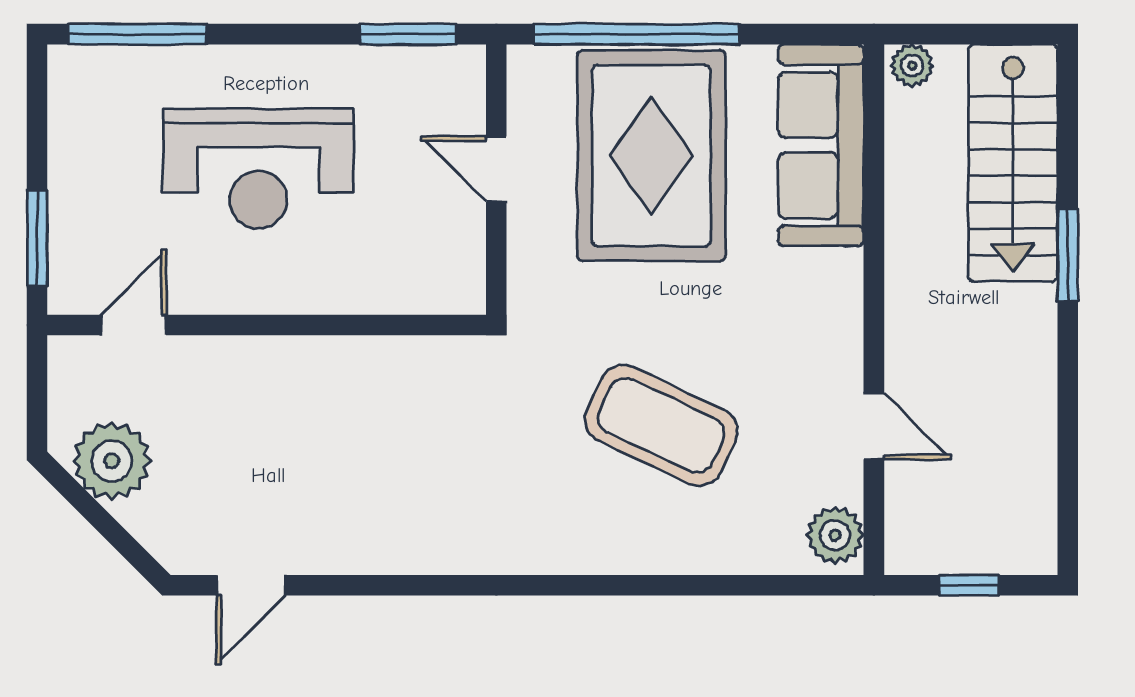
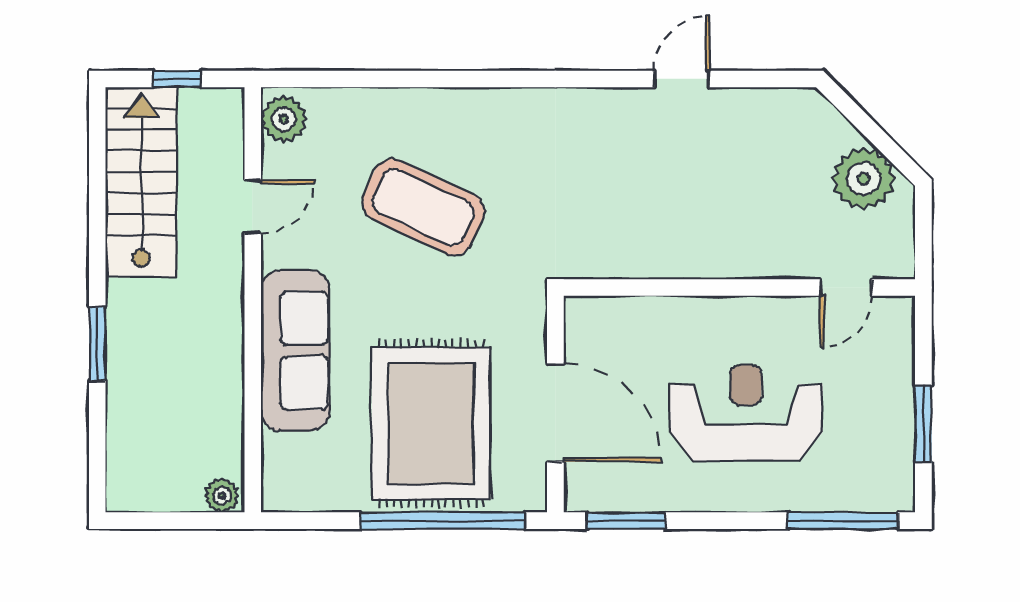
sofa: (821, 145) -> (295, 351), moved
stairs: (1013, 163) -> (141, 182), moved
door: (496, 169) -> (555, 413), width x1.88
window: (37, 238) -> (923, 424), moved
door: (874, 426) -> (253, 207), swing flipped
door: (251, 585) -> (682, 79), moved

